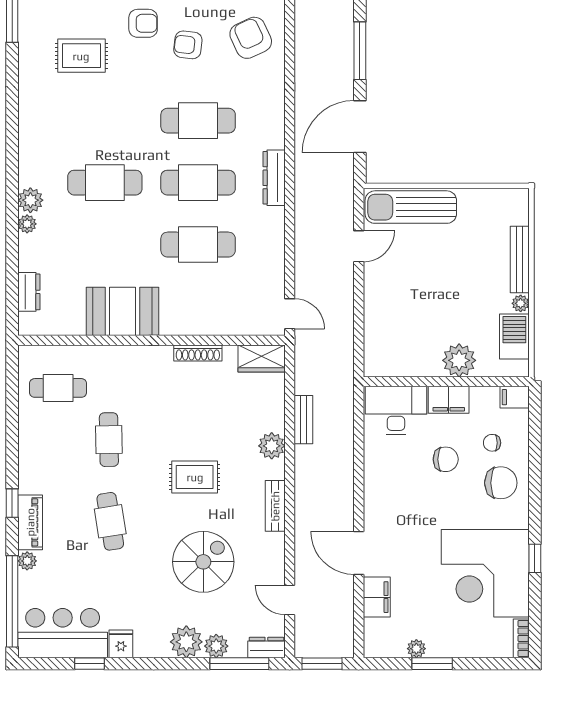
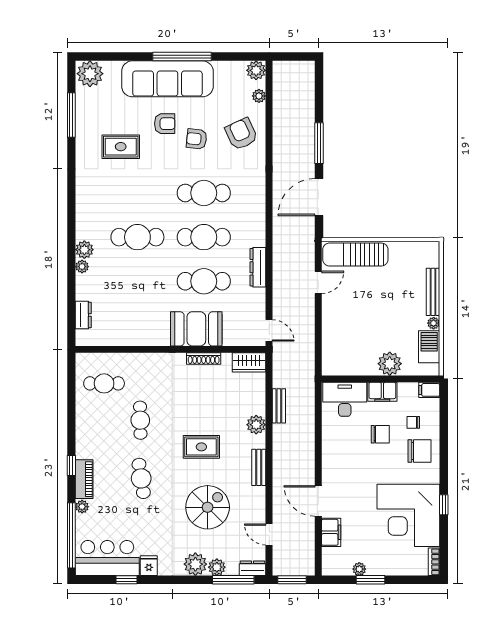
dresser: (274, 178) -> (258, 267), moved
booth: (123, 311) -> (196, 329), moved

